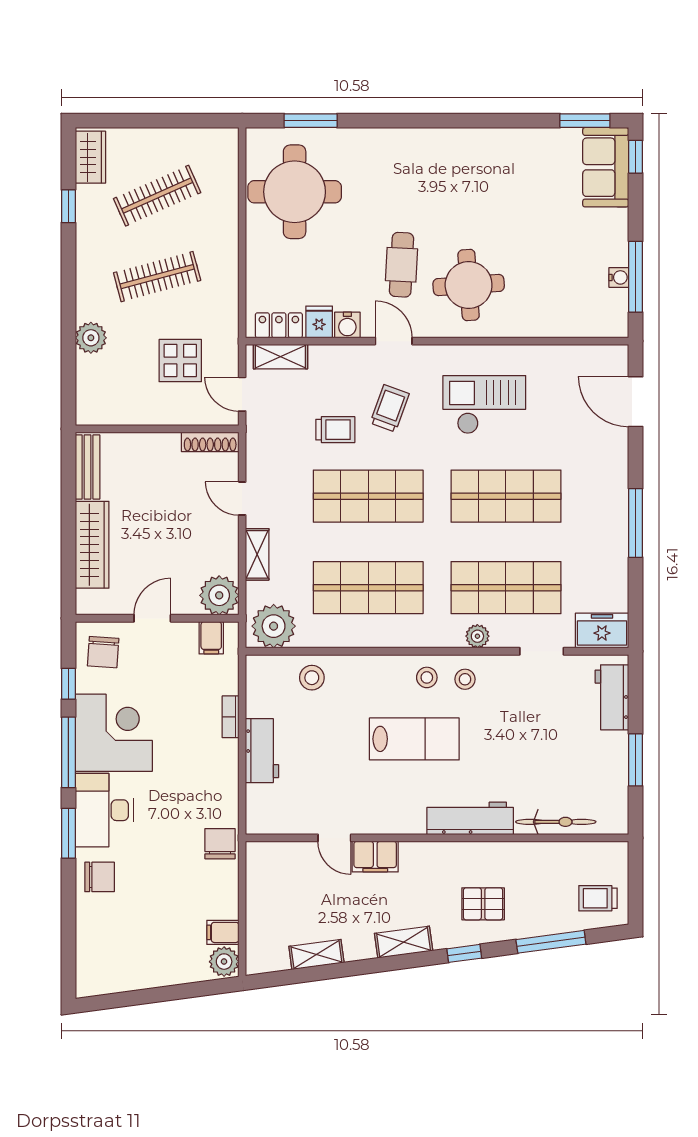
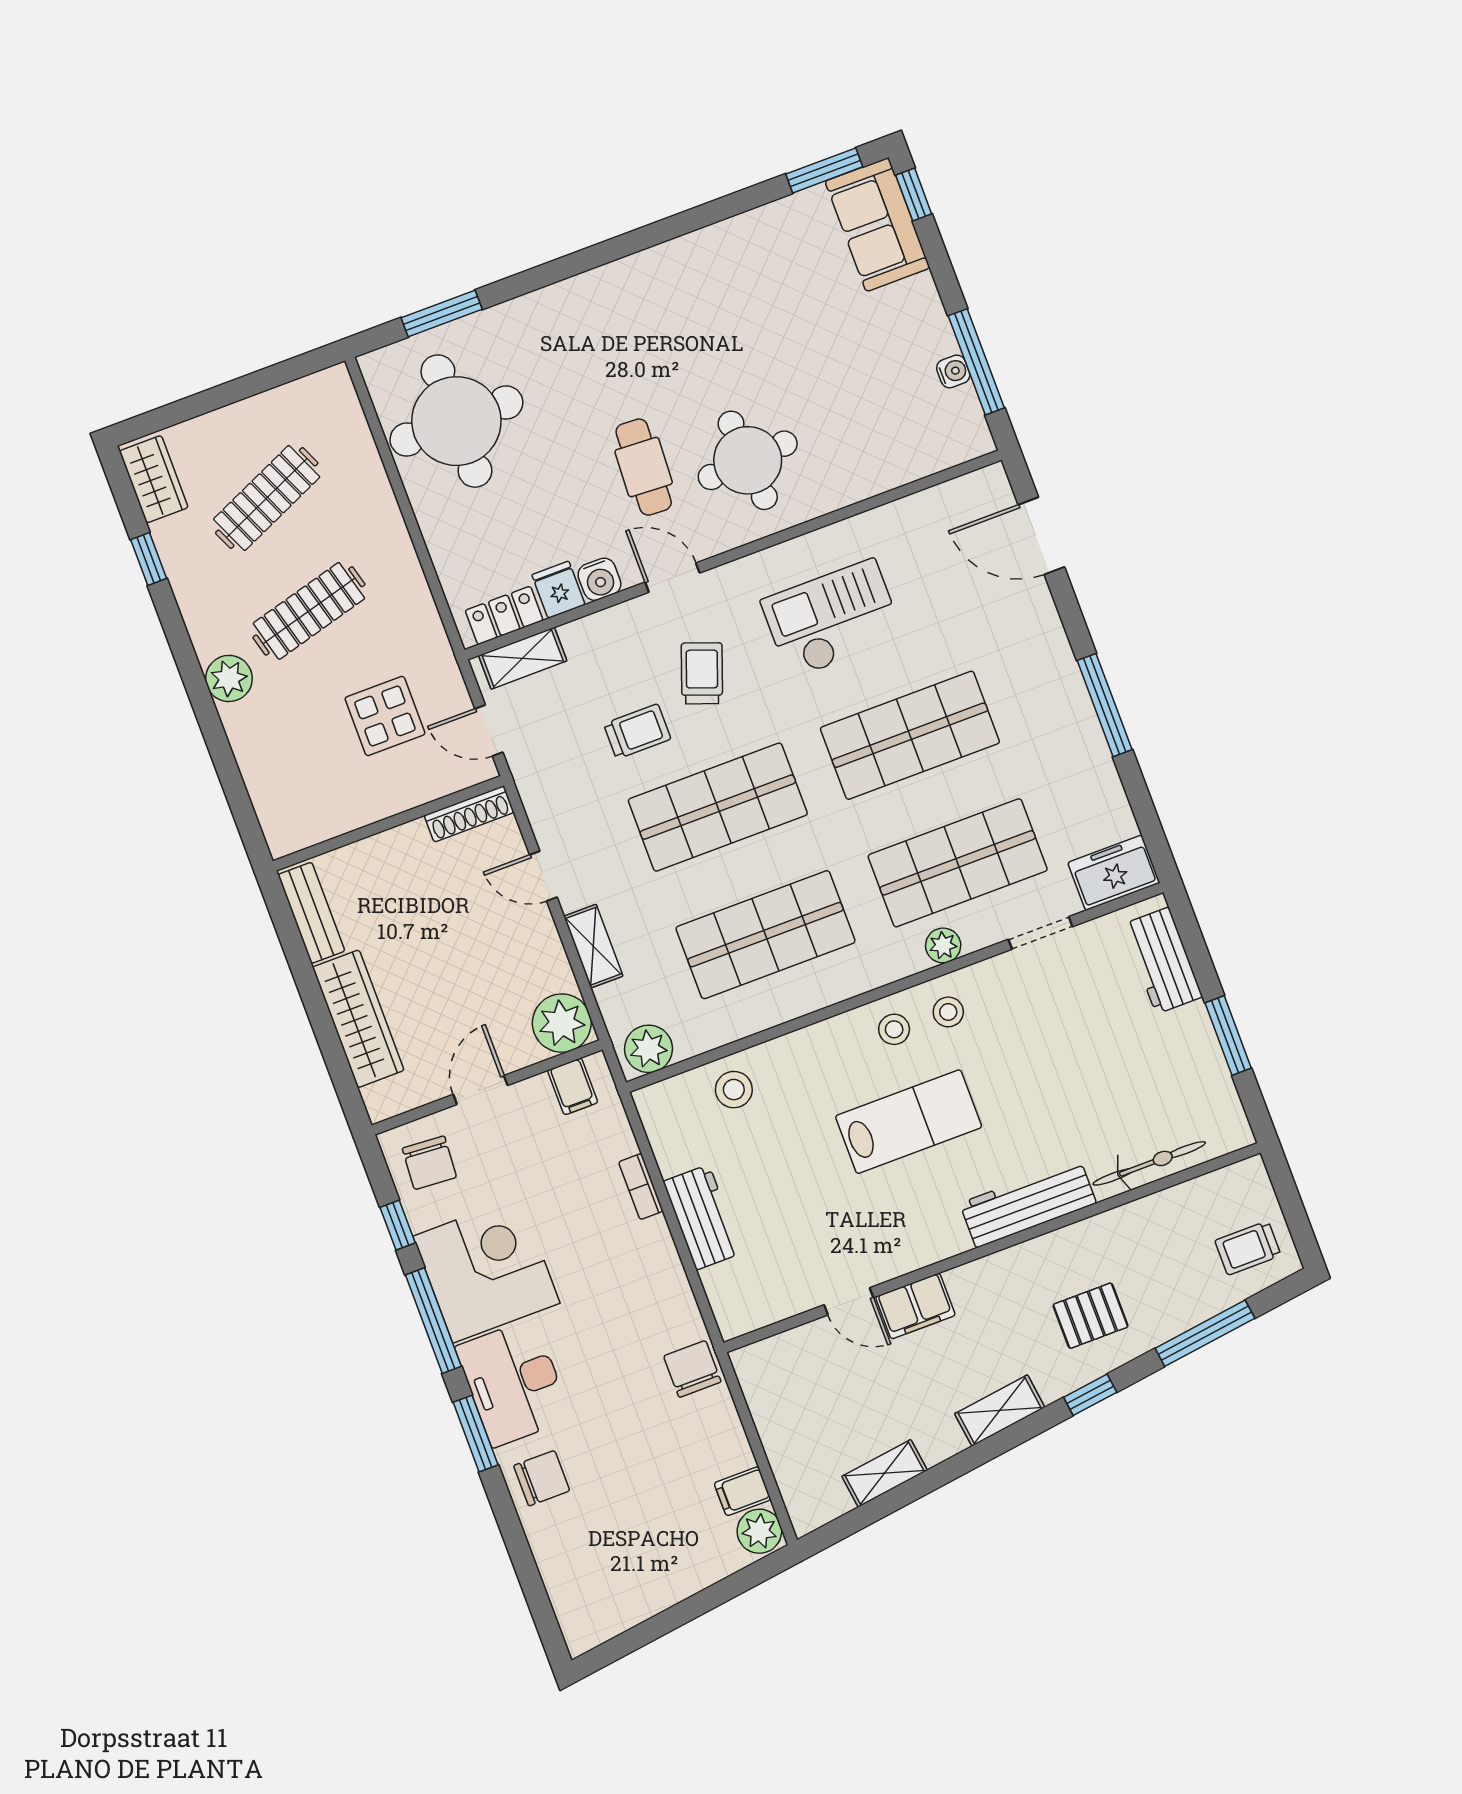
plant: (91, 338) -> (229, 678), moved
plant: (274, 626) -> (649, 1049), width x0.73, depth x0.73

